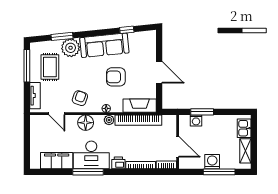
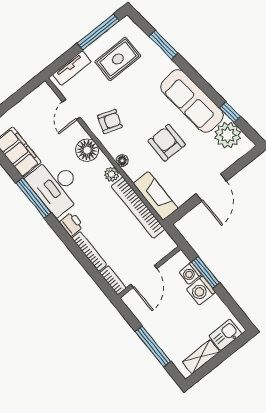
plant: (71, 48) -> (228, 135), moved
washing machine: (212, 162) -> (201, 291), moved, turned 180

